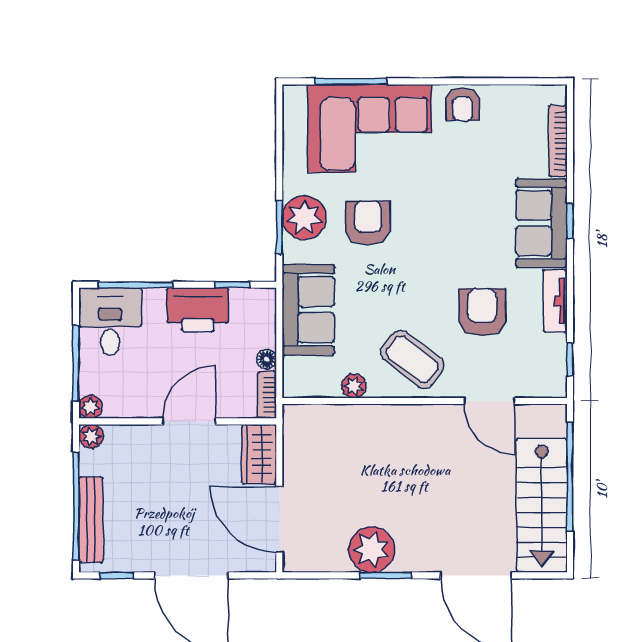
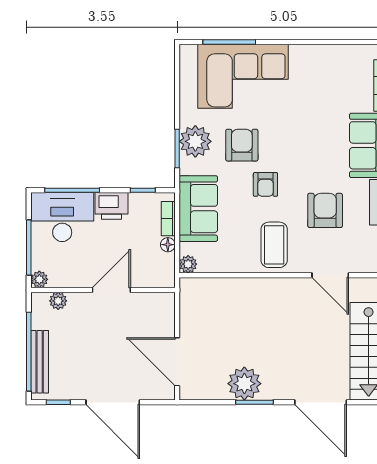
armchair: (462, 104) -> (265, 184), moved
printer: (198, 310) -> (112, 206), width x0.73, depth x0.84
desk: (110, 321) -> (62, 217), width x1.37
coffee table: (412, 359) -> (274, 245), turned 52
plant: (354, 386) -> (188, 264), moved
bookcase: (267, 395) -> (168, 219), moved
plant: (91, 436) -> (58, 301), moved
wardrobe: (259, 454) -> (162, 314), removed

